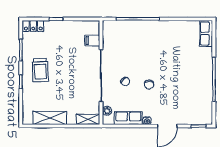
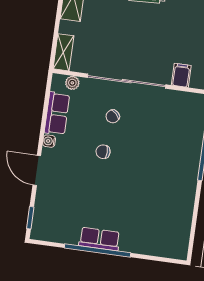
row of seats: (206, 33) -> (99, 239), moved

